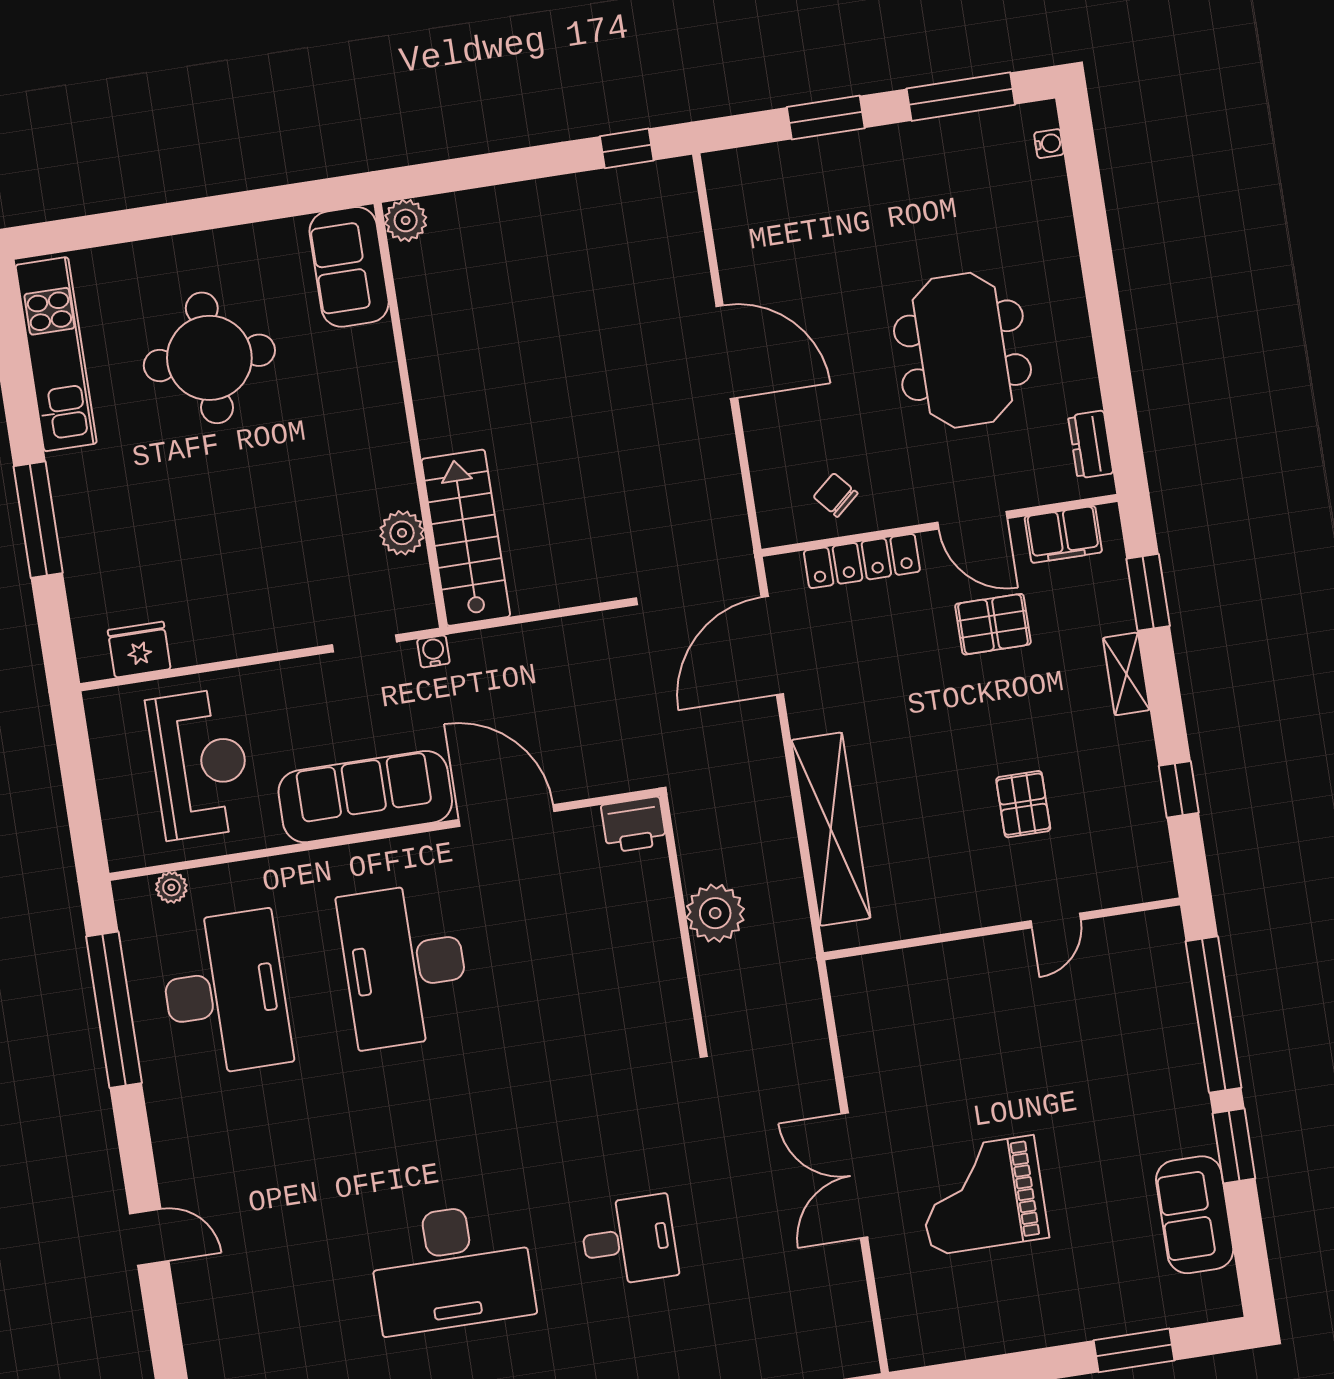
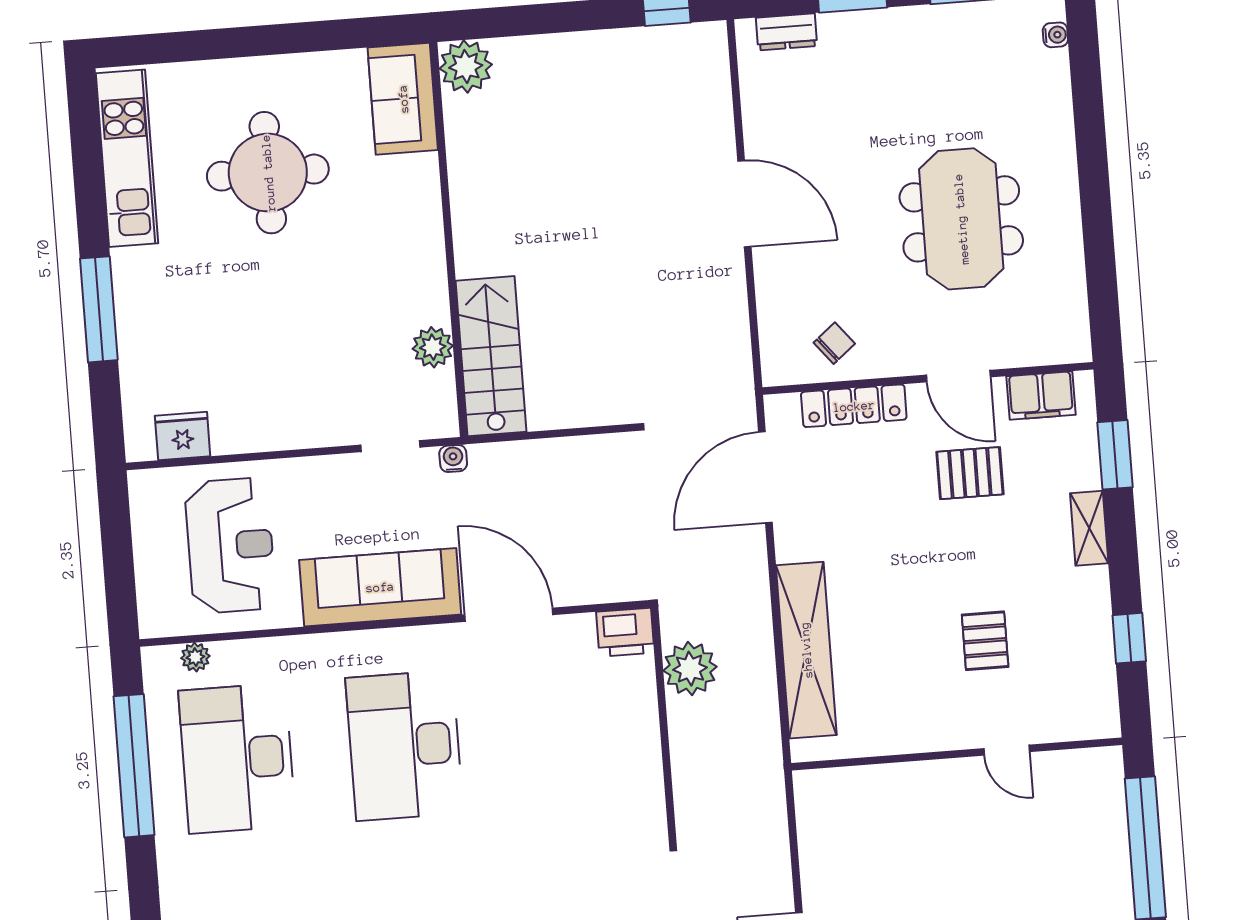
plant: (406, 220) -> (466, 67), width x1.36, depth x1.36
dresser: (1091, 445) -> (786, 32), moved, turned -90
chair: (836, 495) -> (834, 343), turned 92
plant: (715, 913) -> (690, 669), moved
door: (1056, 920) -> (1007, 750), hinge flipped
desk: (225, 993) -> (237, 758), turned 180

